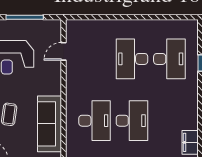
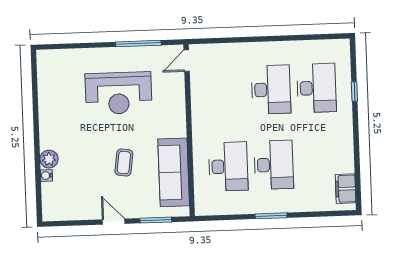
door: (64, 51) -> (187, 61), moved
desk: (132, 59) -> (271, 90), turned 180

